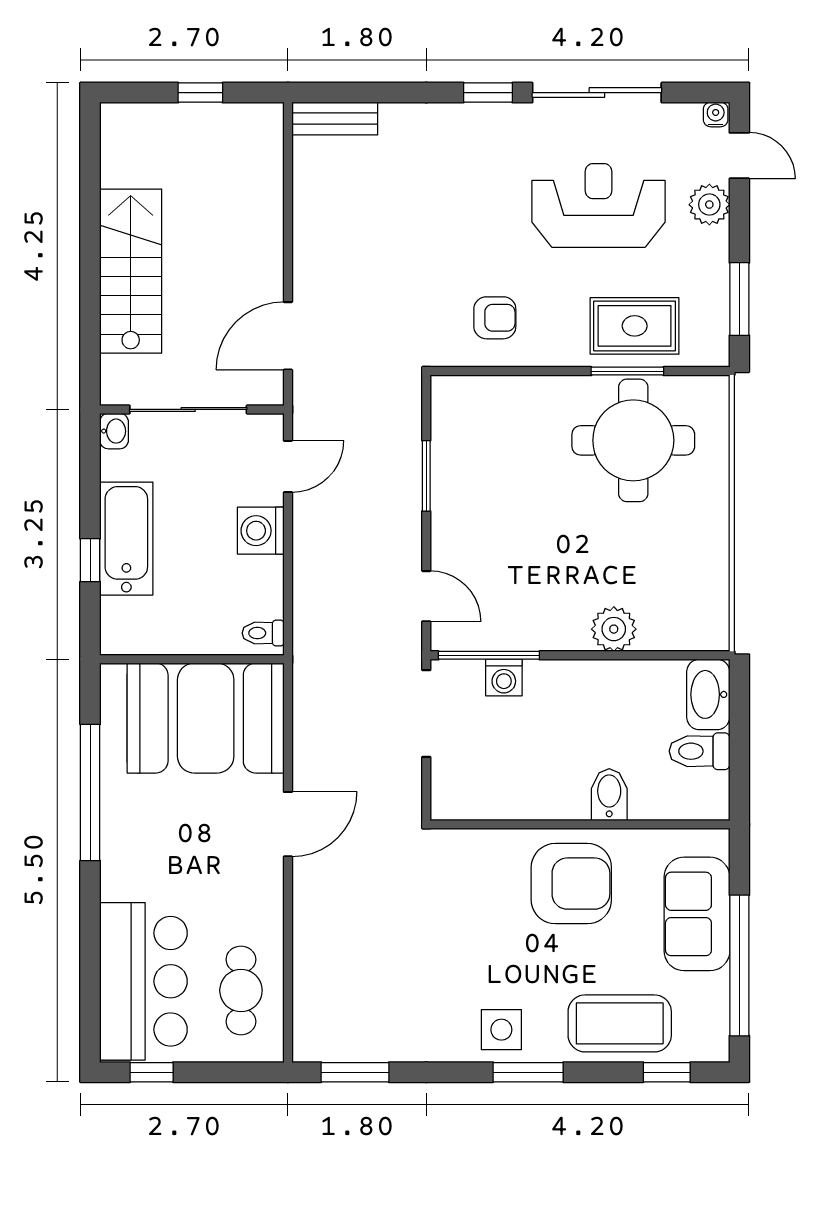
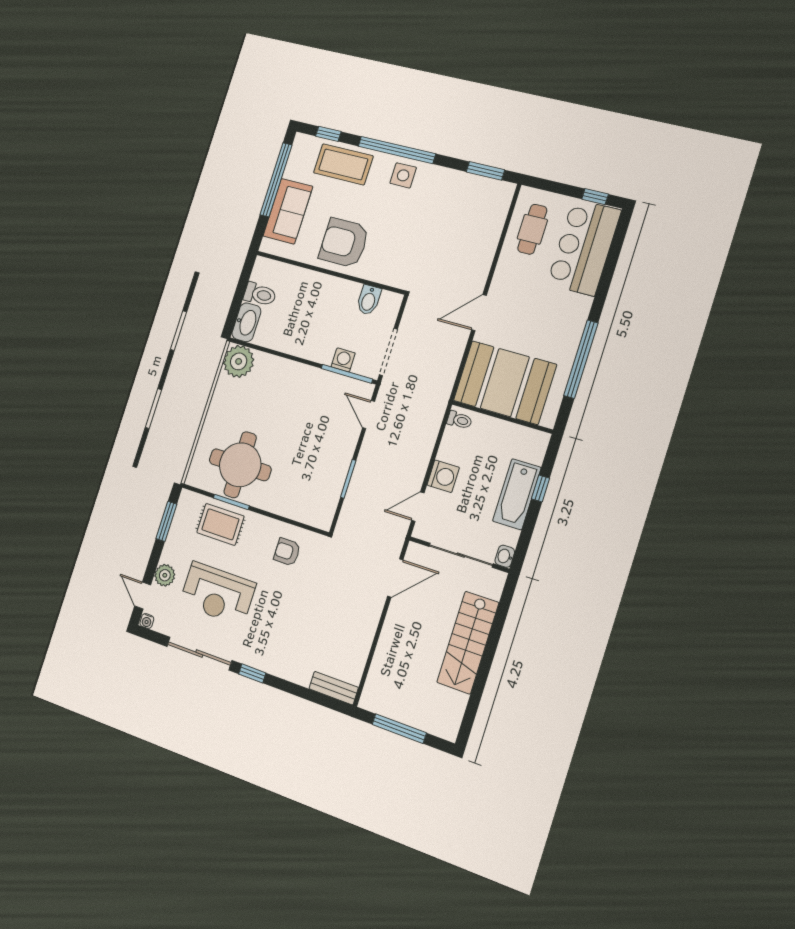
window: (200, 93) -> (399, 729), width x2.17
plant: (614, 629) -> (239, 361), moved, width x1.36, depth x1.36
bidet: (609, 795) -> (369, 300), moved
window: (528, 1072) -> (397, 150), width x2.11

